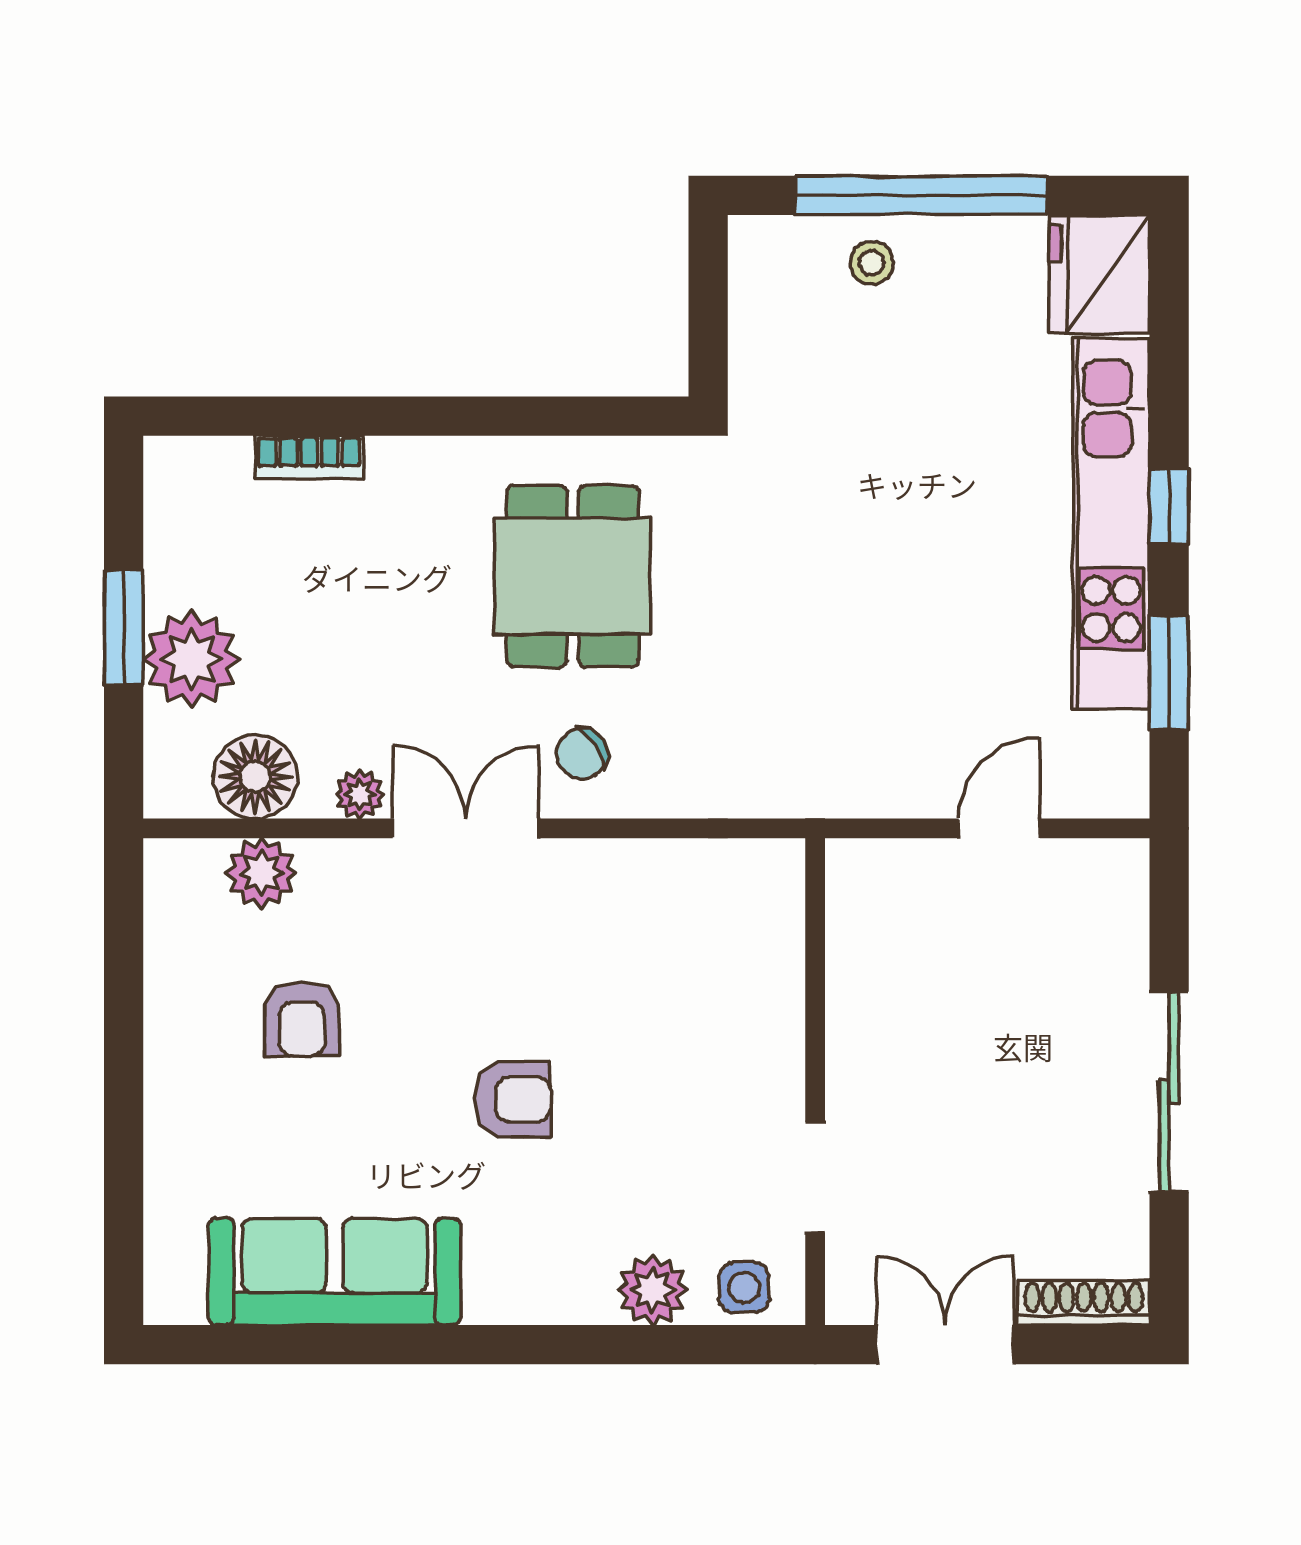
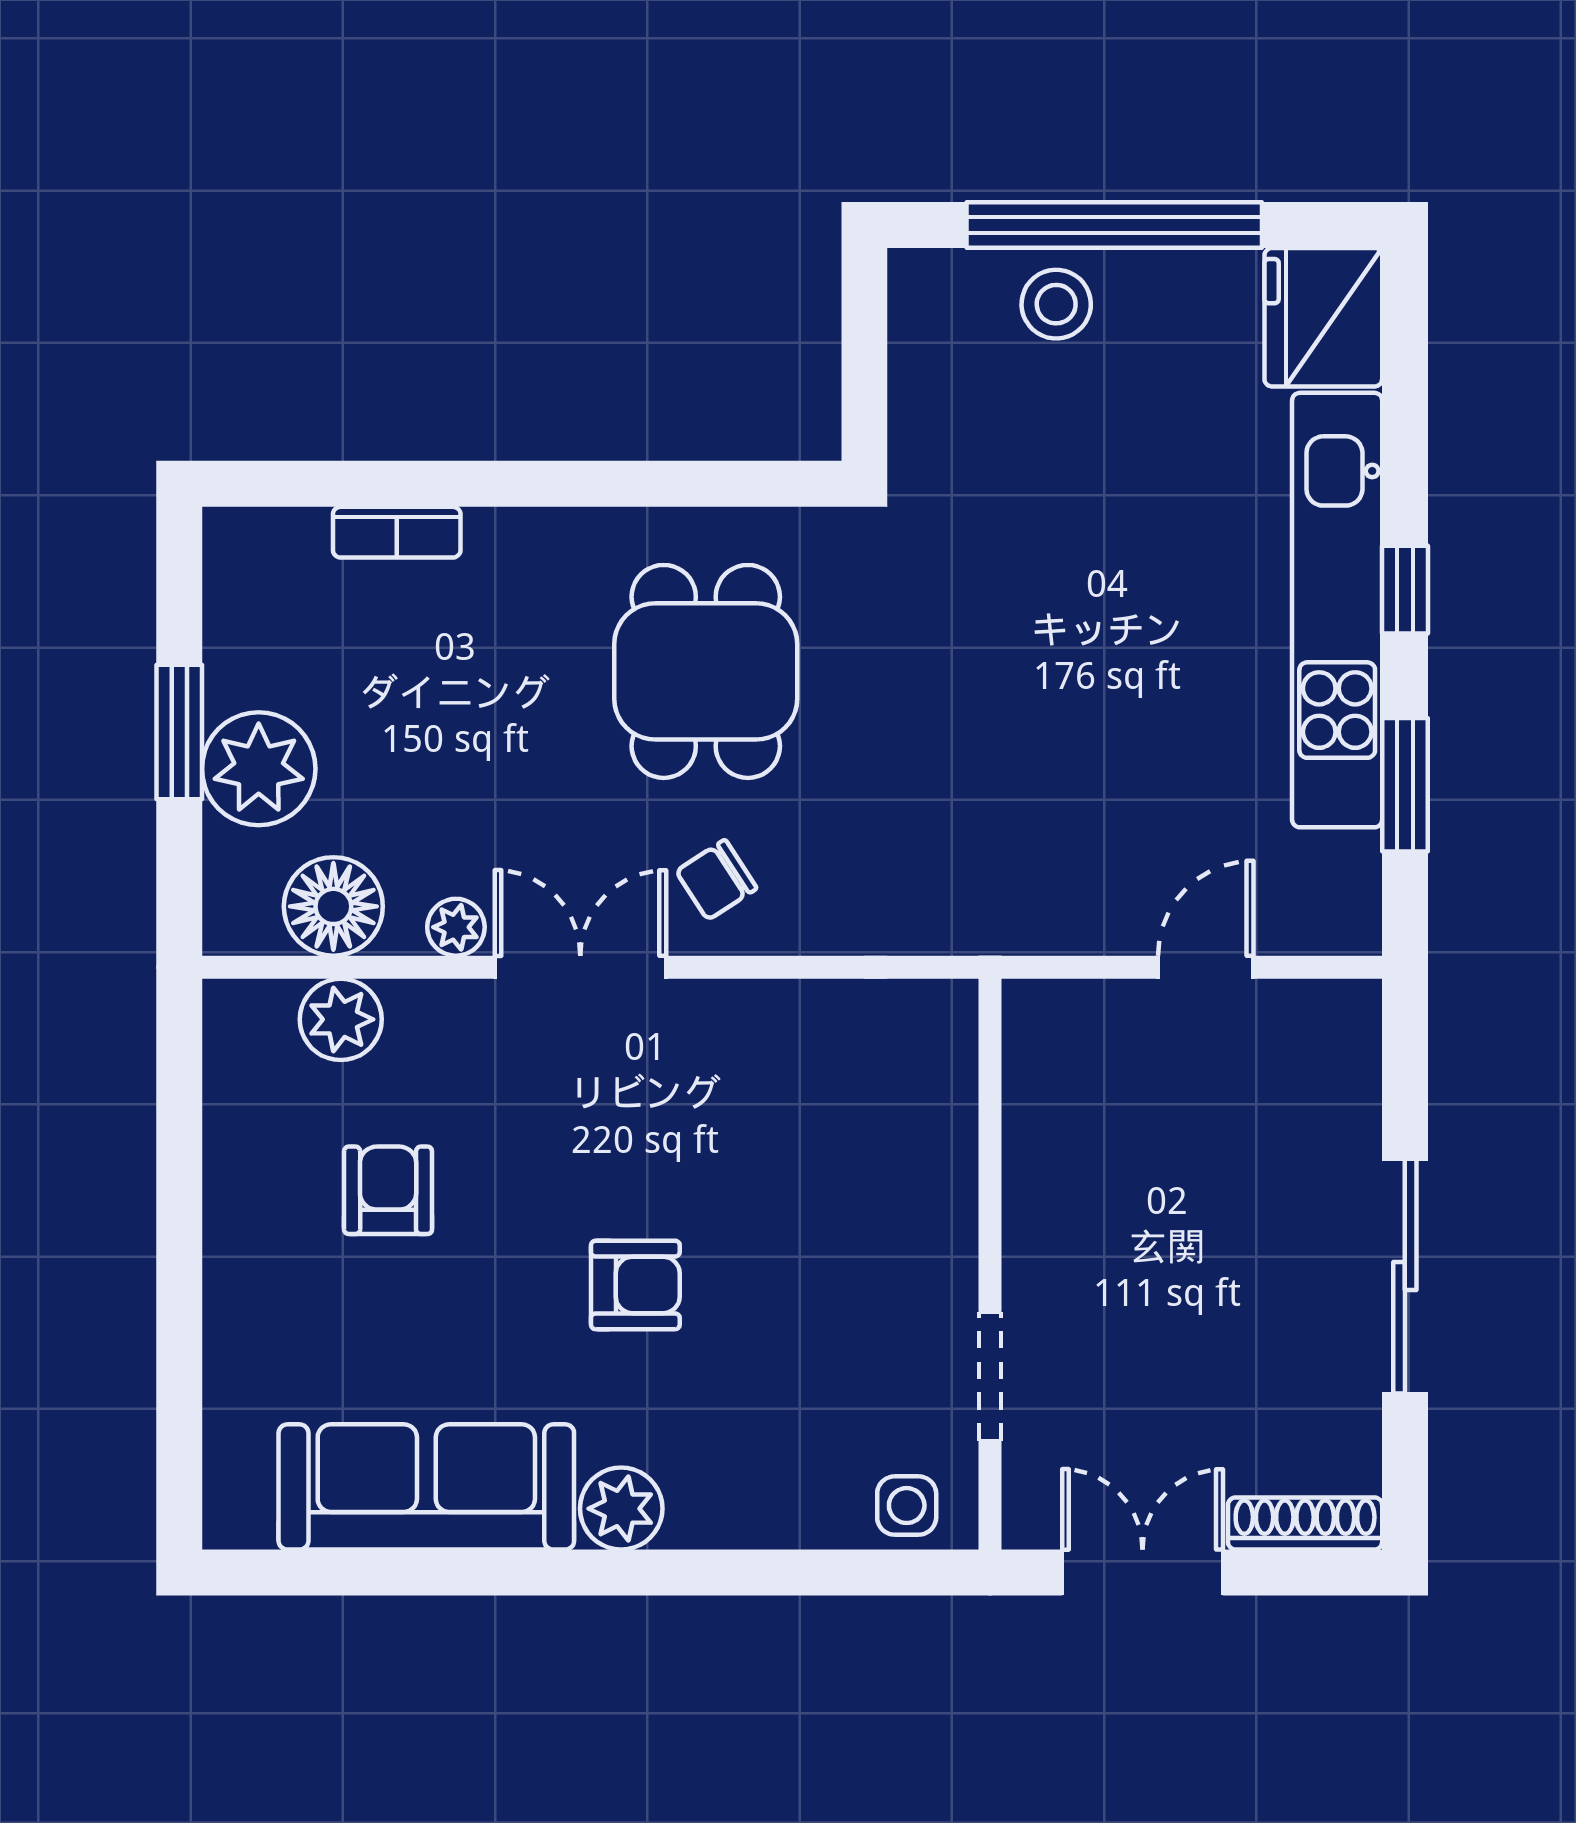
stool: (872, 263) -> (1056, 304), width x1.37, depth x1.37
armchair: (302, 1019) -> (388, 1190), turned 180
plant: (652, 1290) -> (621, 1509), moved

